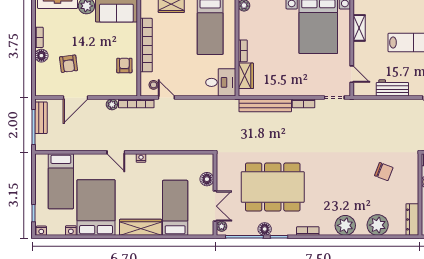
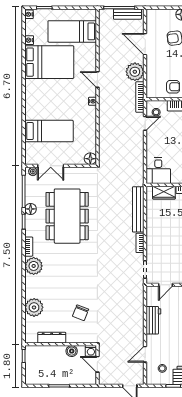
plant: (112, 104) -> (135, 72), width x1.88, depth x1.88
door: (116, 152) -> (97, 79), hinge flipped
floor lamp: (207, 179) -> (90, 159), moved
dresser: (412, 220) -> (52, 338), moved
plant: (345, 225) -> (34, 266), moved
wardrobe: (141, 227) -> (32, 101), removed

